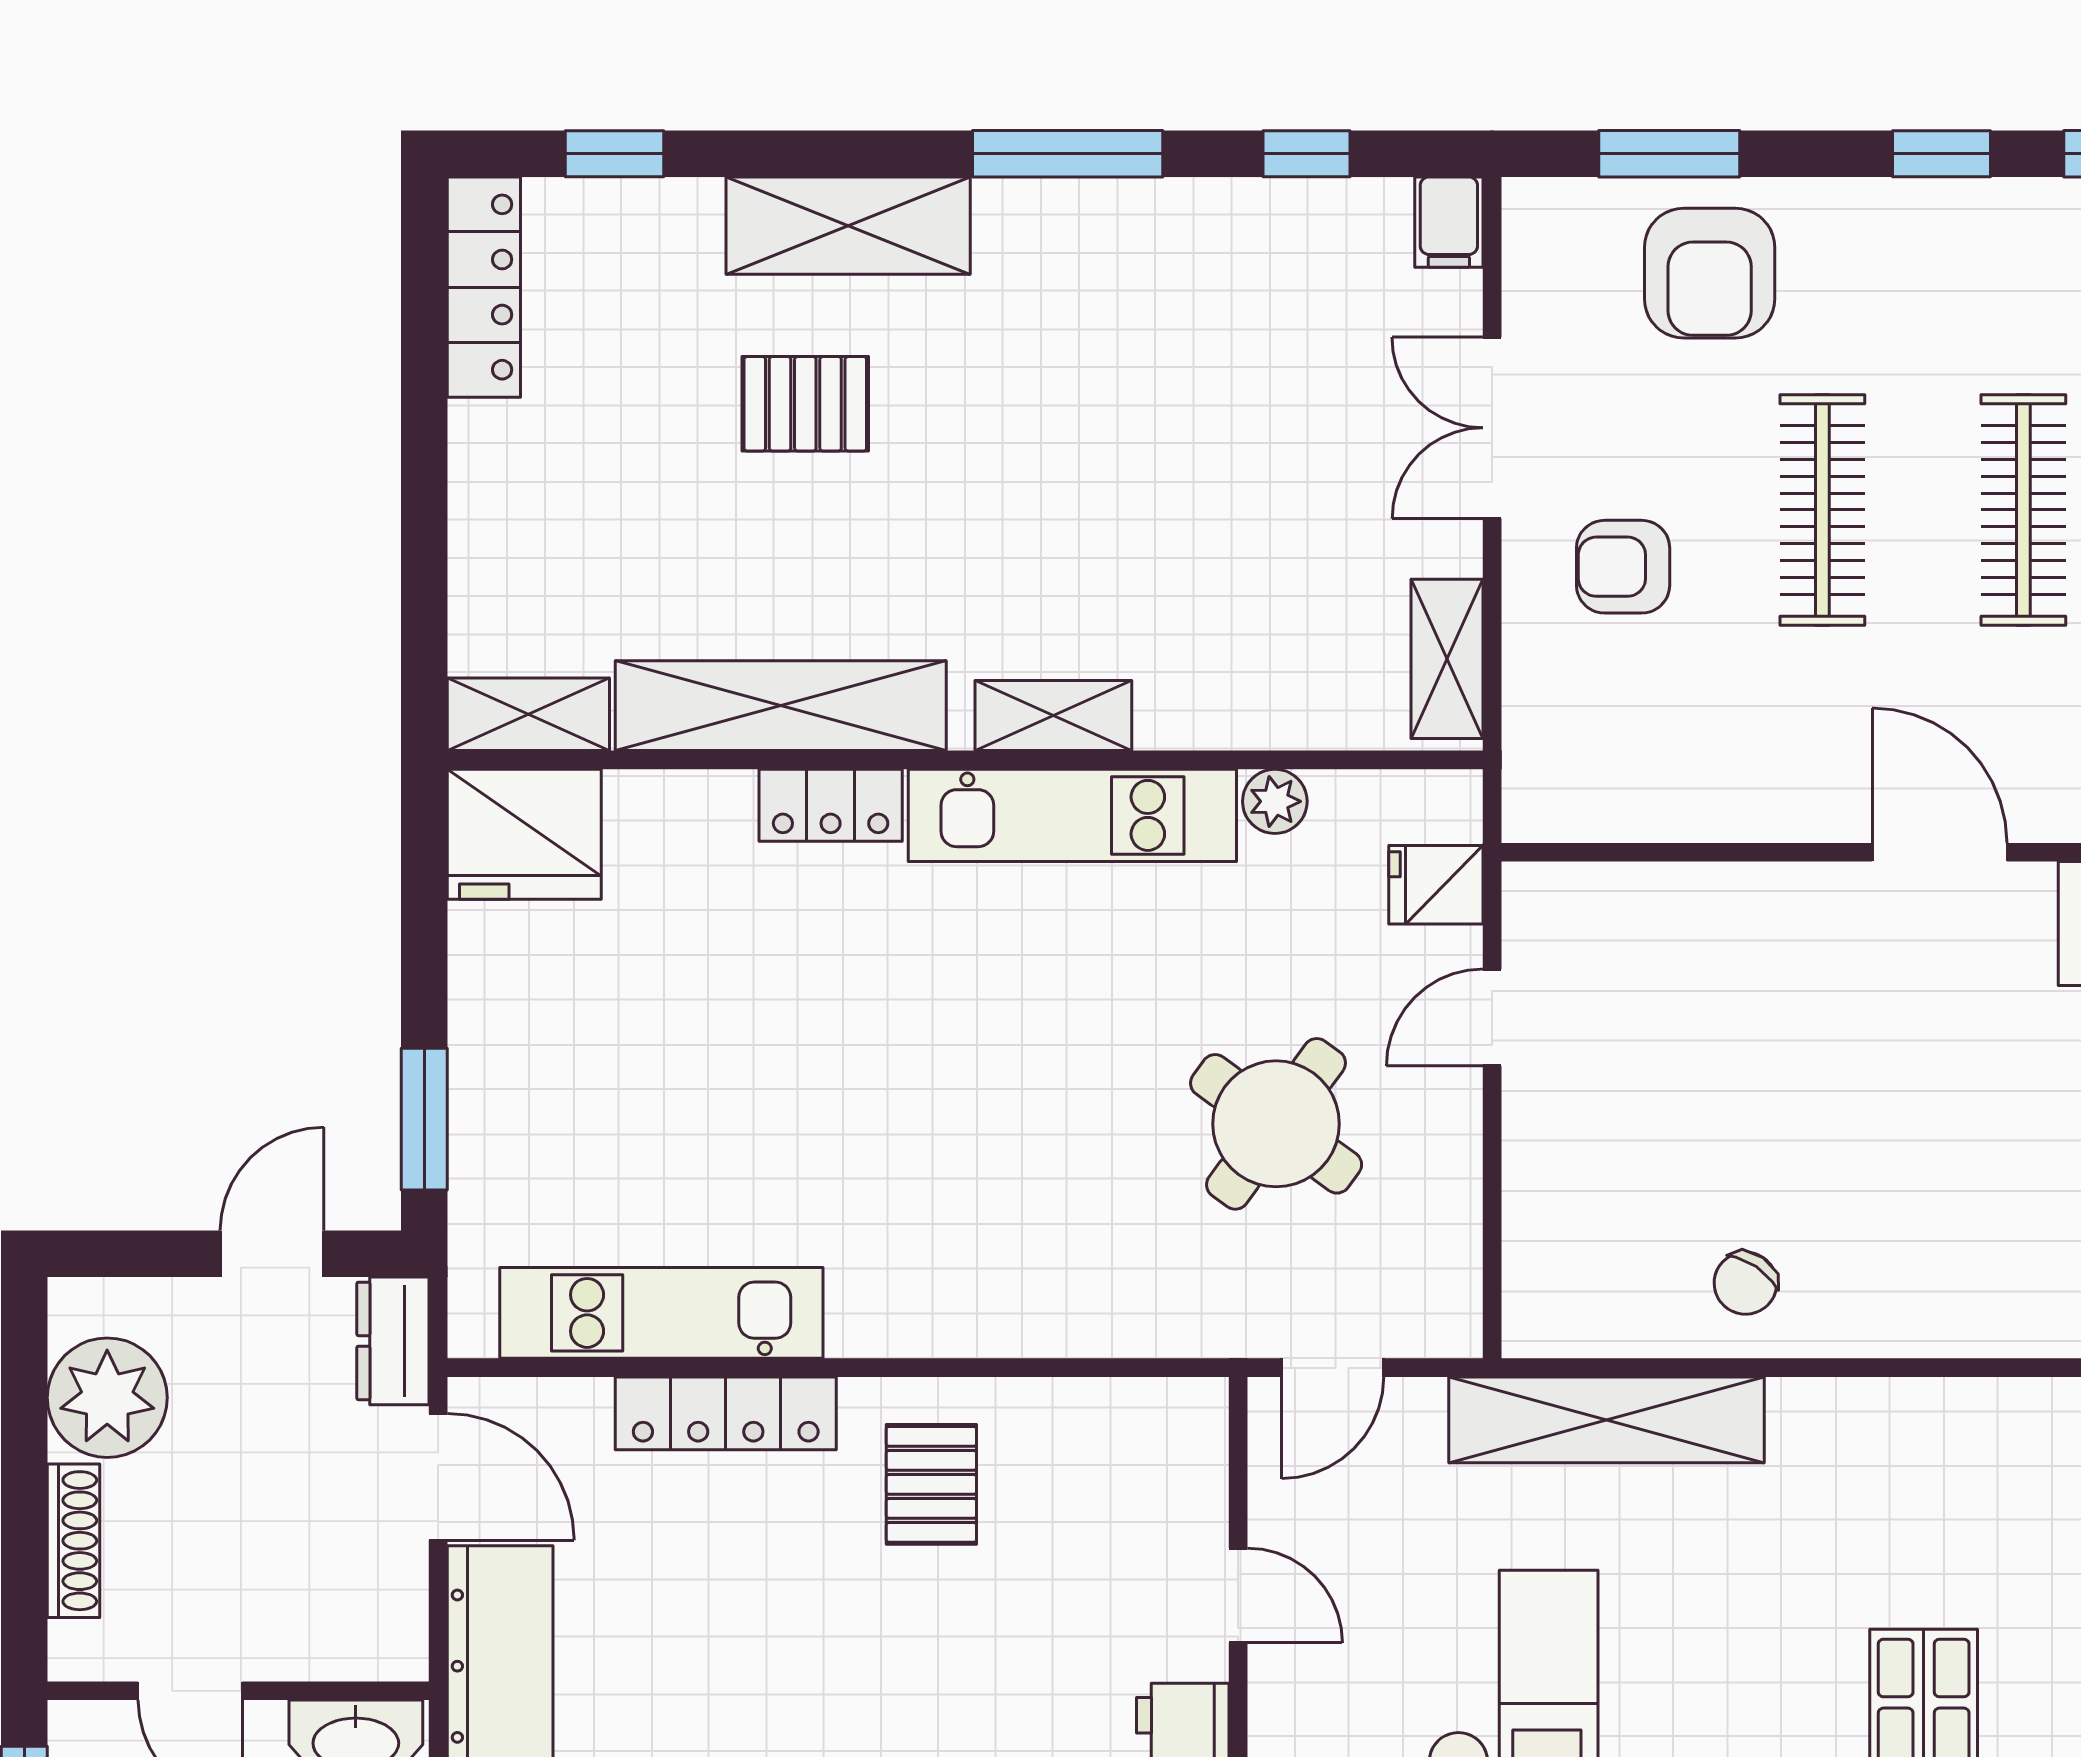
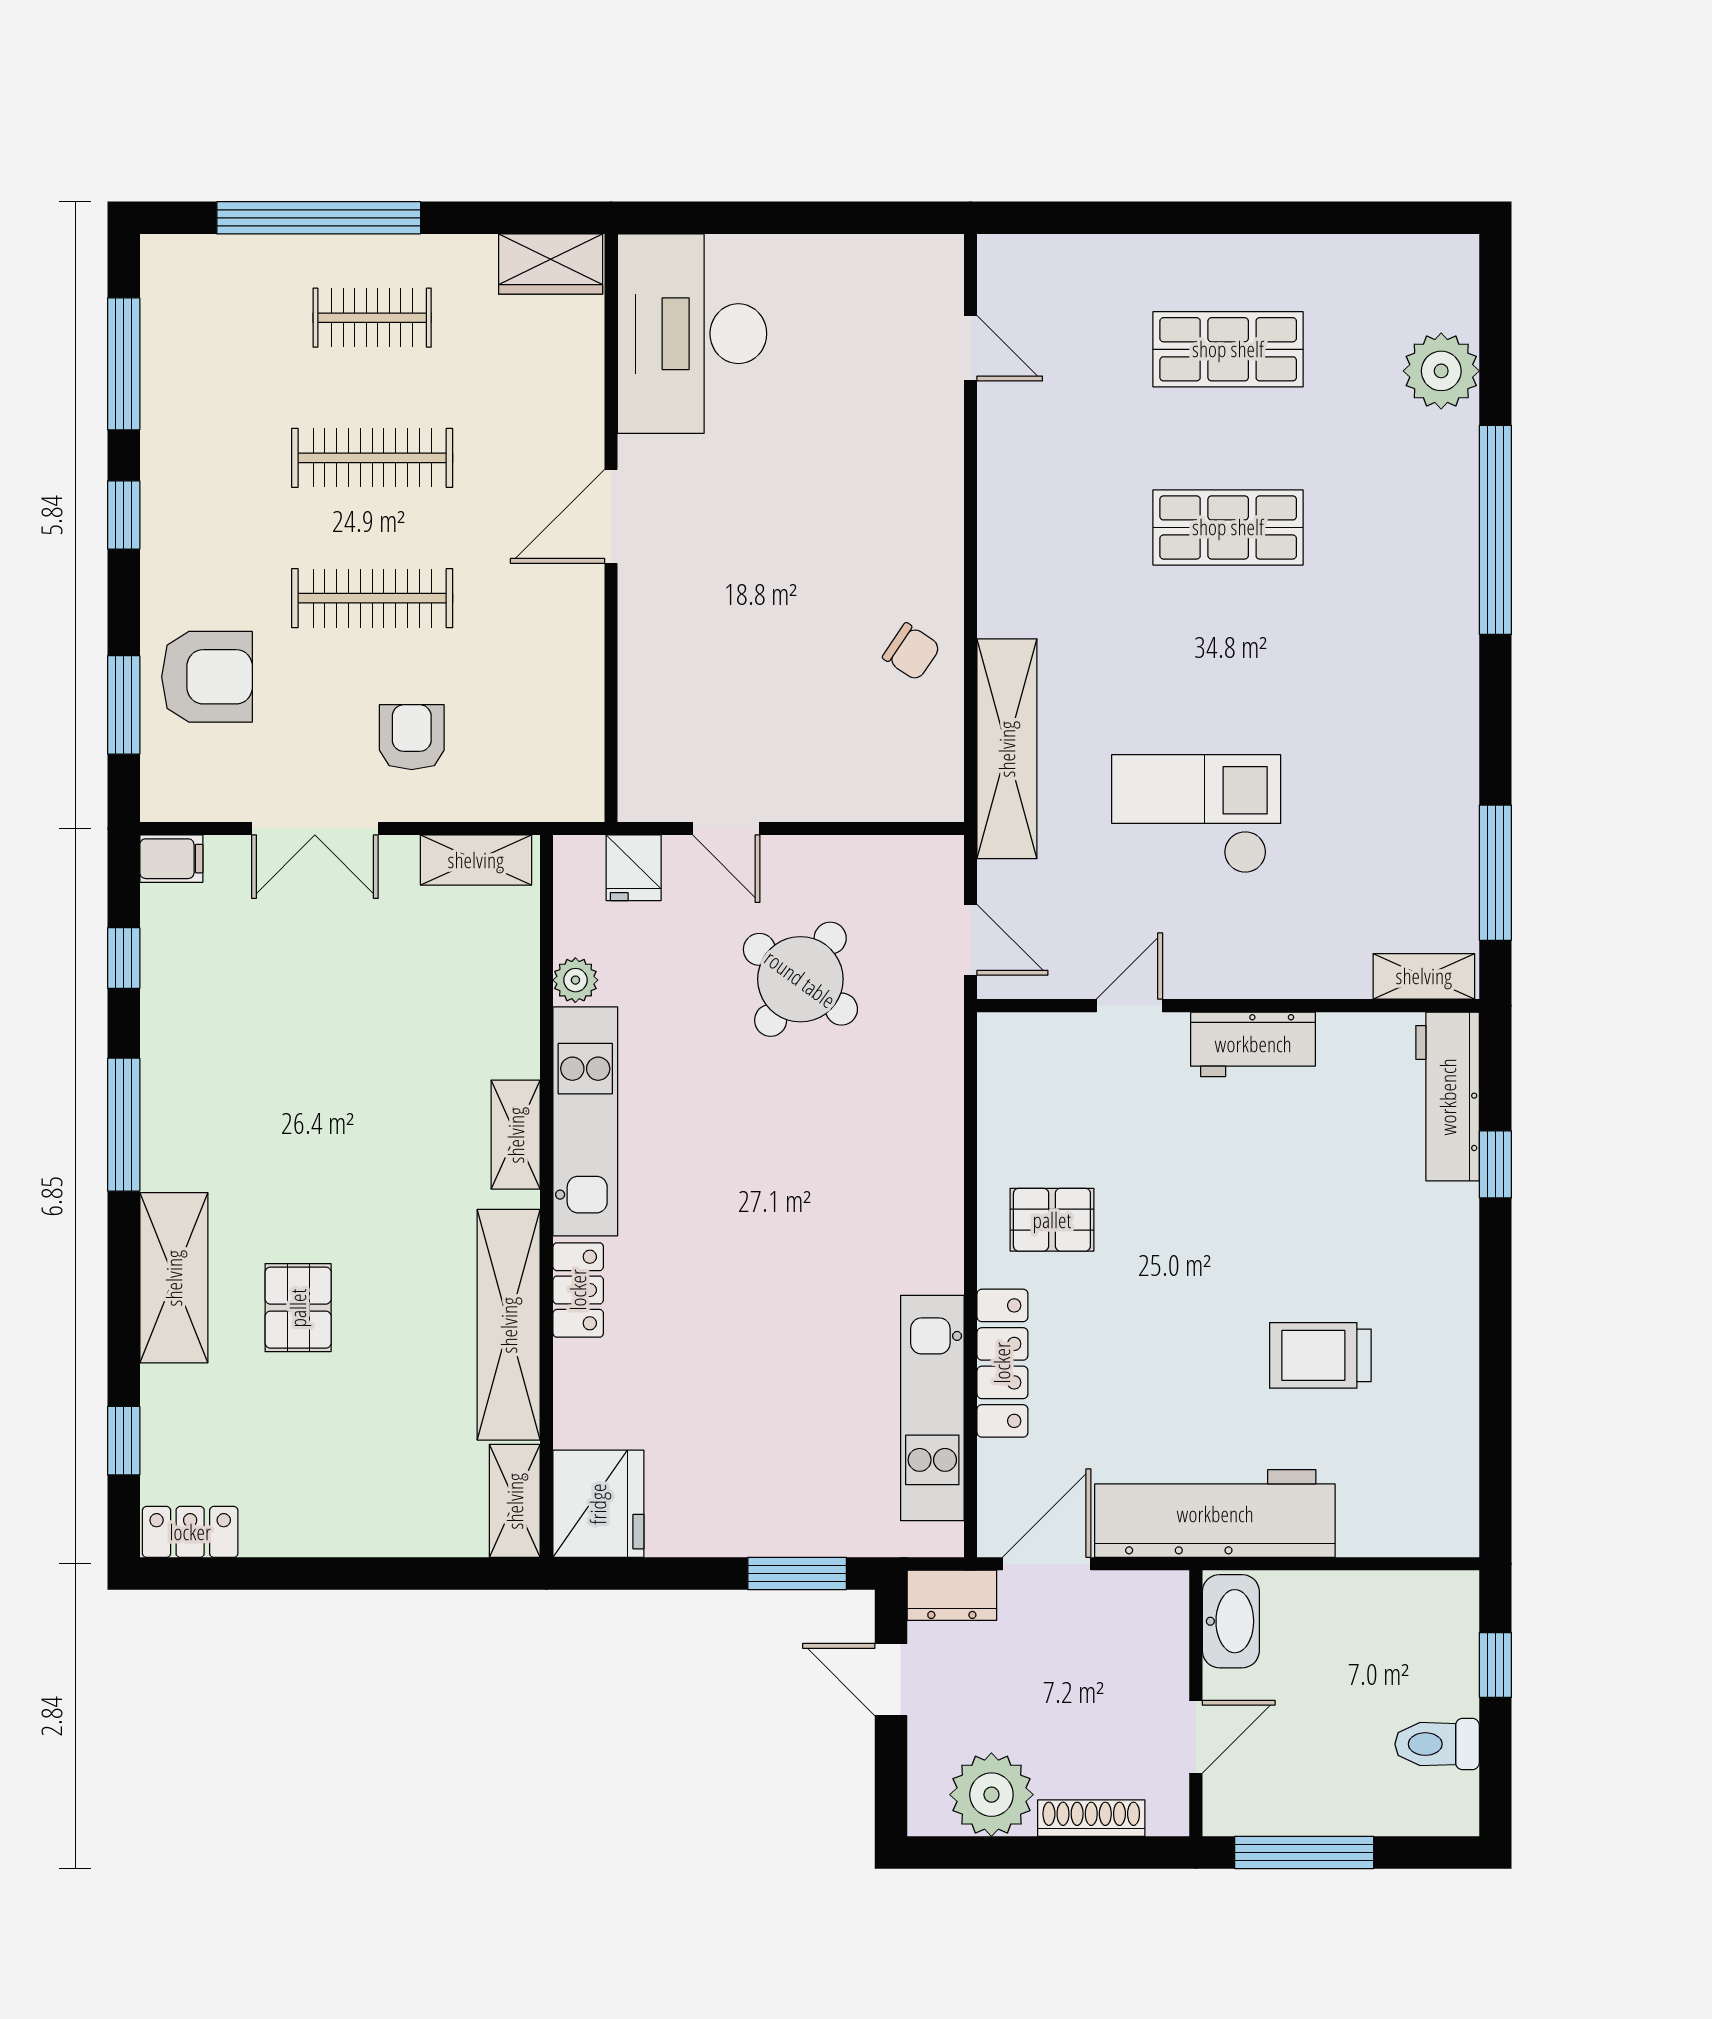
locker: (484, 287) -> (190, 1532), width x0.66
armchair: (1623, 567) -> (412, 737), turned 180

